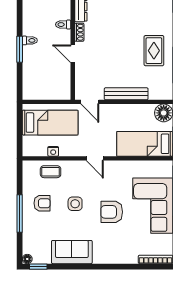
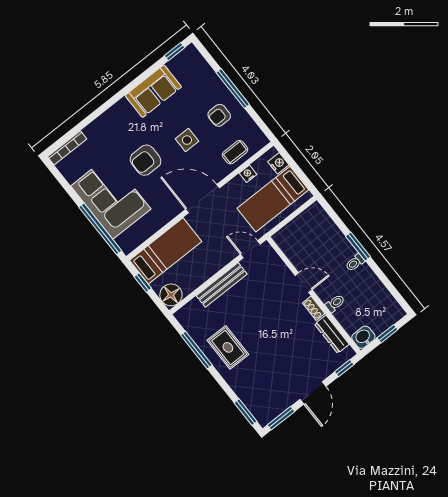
nightstand: (28, 143) -> (278, 163), added
door: (95, 158) -> (203, 199), width x1.88
armchair: (112, 212) -> (146, 160), turned 180
floor lamp: (27, 259) -> (191, 50), removed

